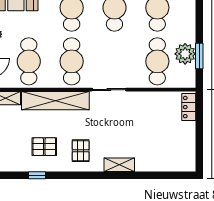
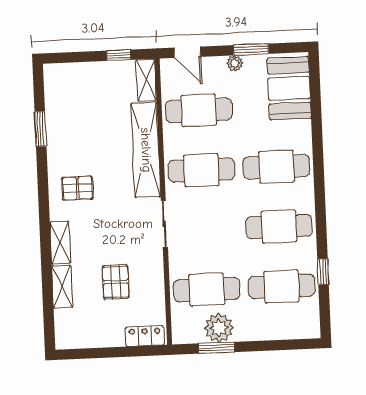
pallet: (44, 147) -> (116, 282), moved
shelving: (151, 165) -> (62, 287), added
window: (37, 175) -> (40, 129), width x1.50

